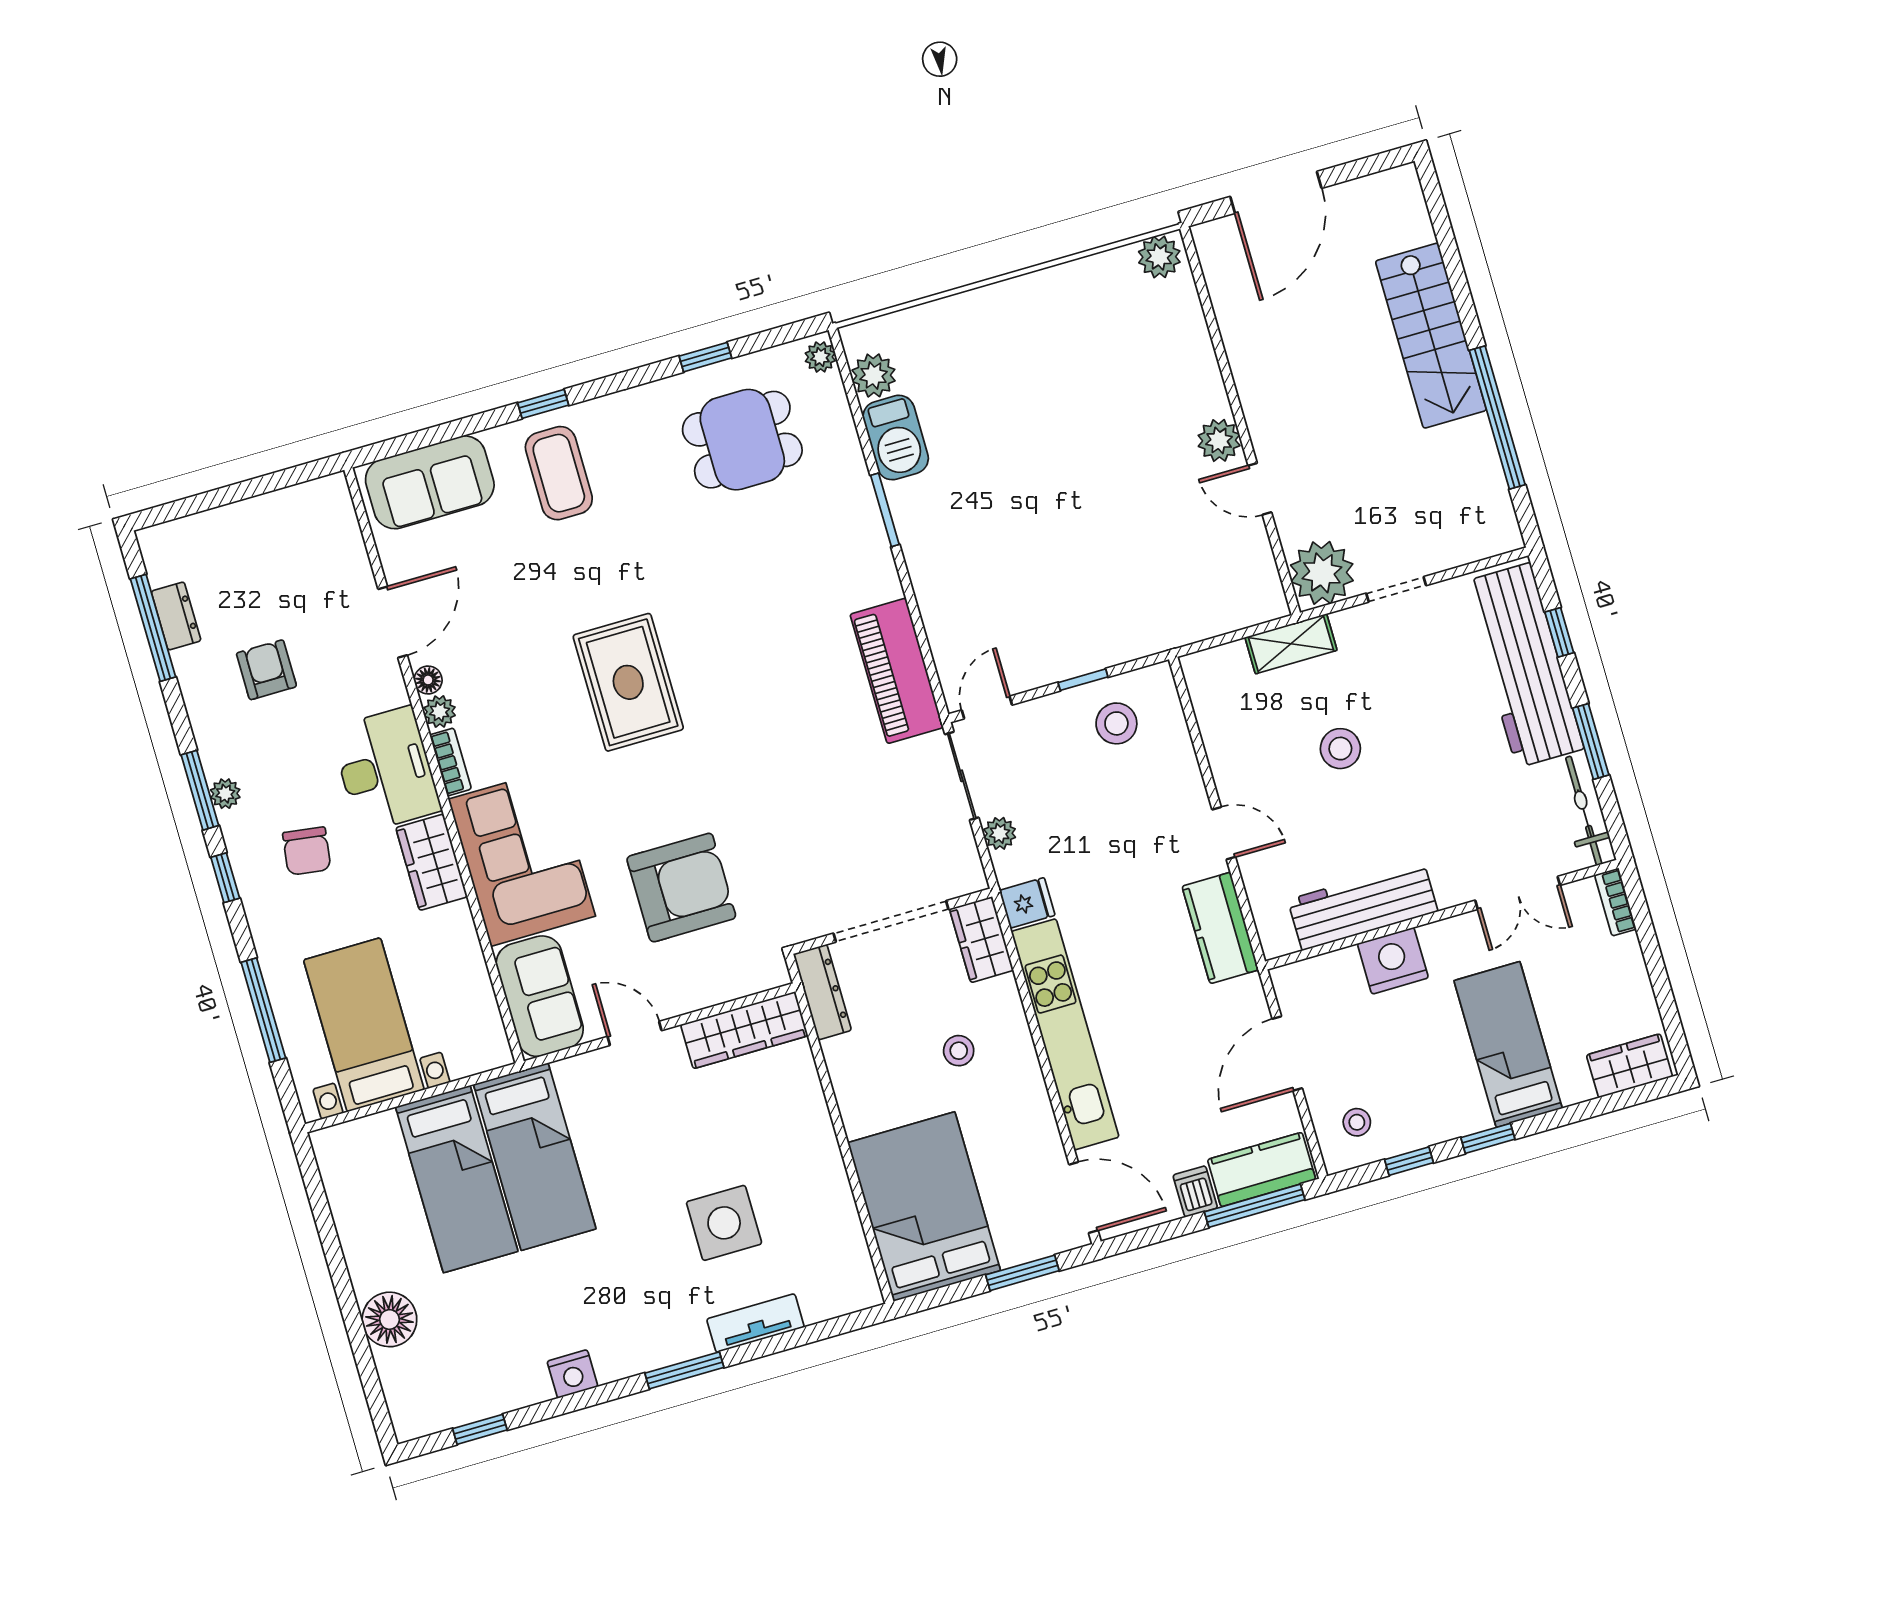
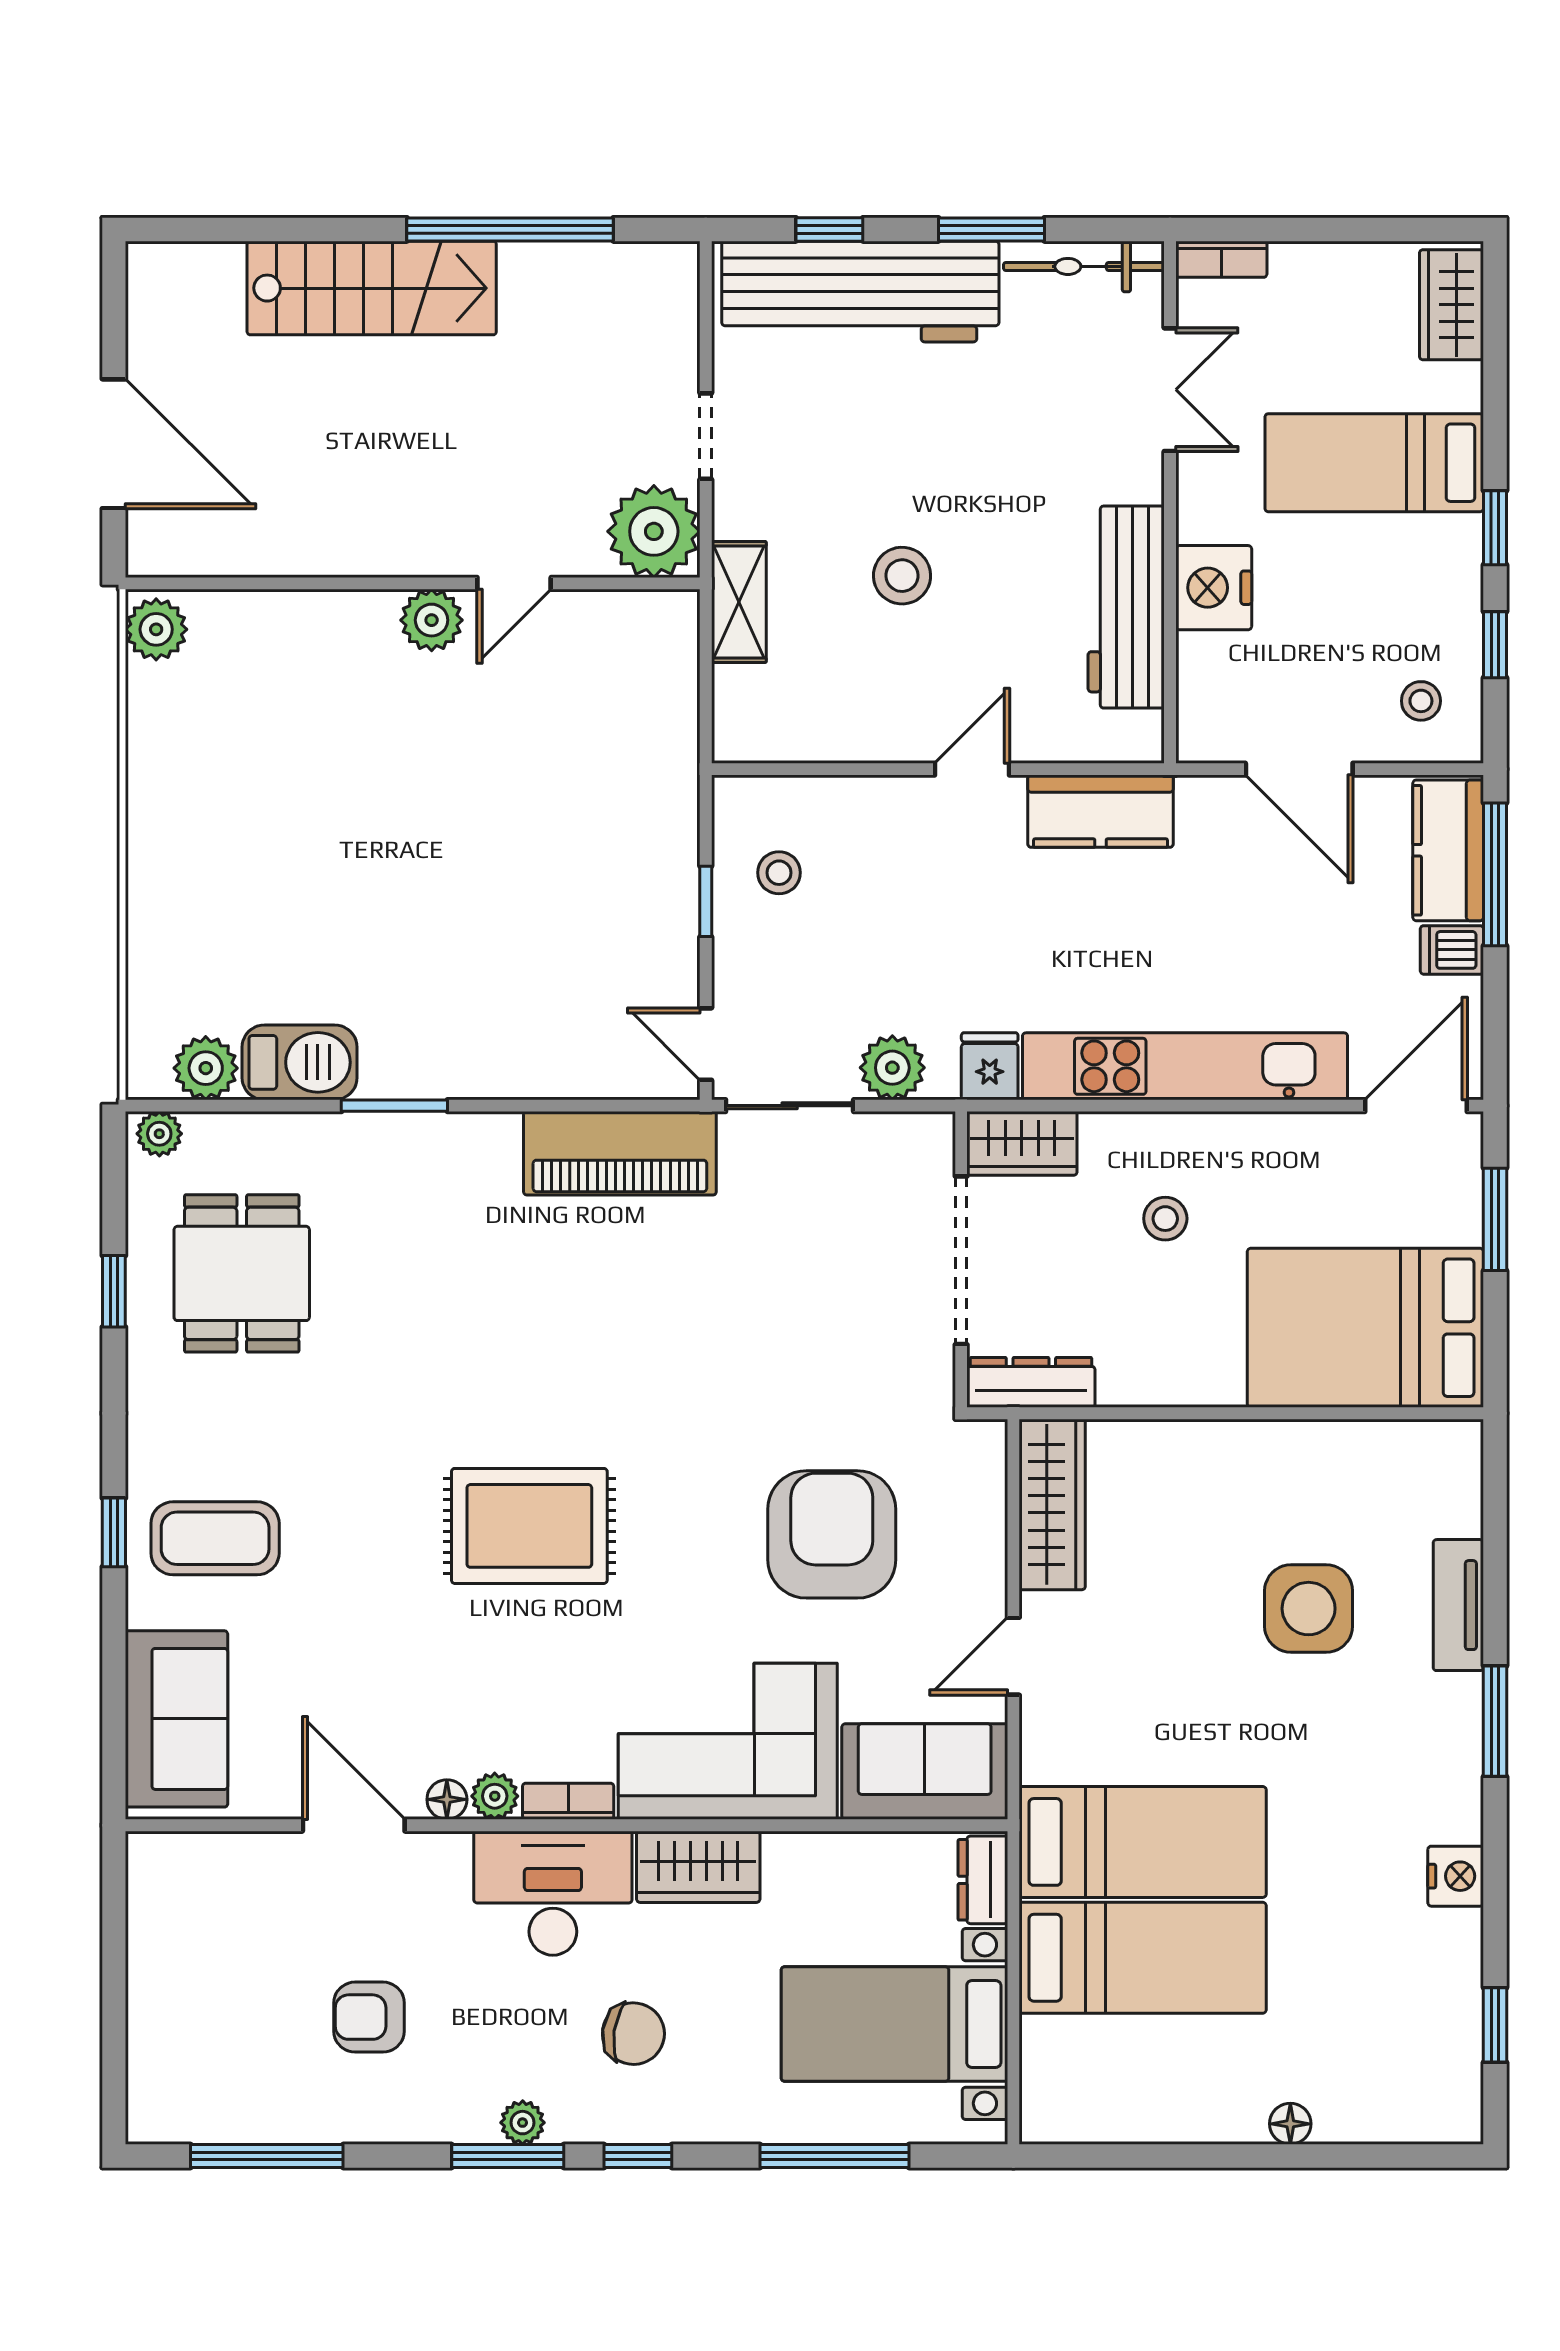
dresser: (176, 616) -> (983, 1880), moved, turned -90
stool: (1116, 723) -> (779, 873), width x0.73, depth x0.73
plant: (1000, 833) -> (892, 1068), width x1.38, depth x1.38
floor lamp: (389, 1319) -> (1290, 2124), width x0.53, depth x0.53

